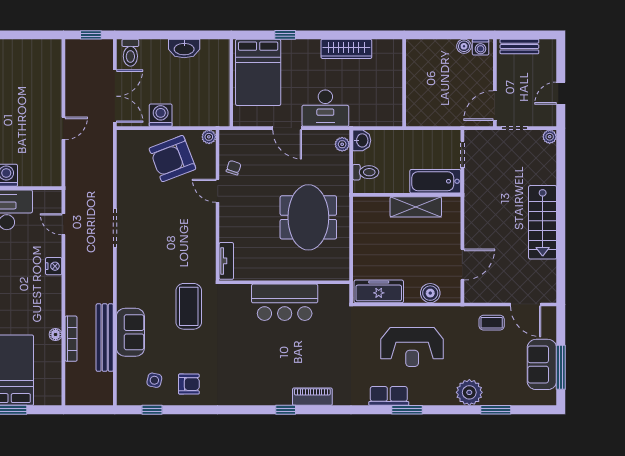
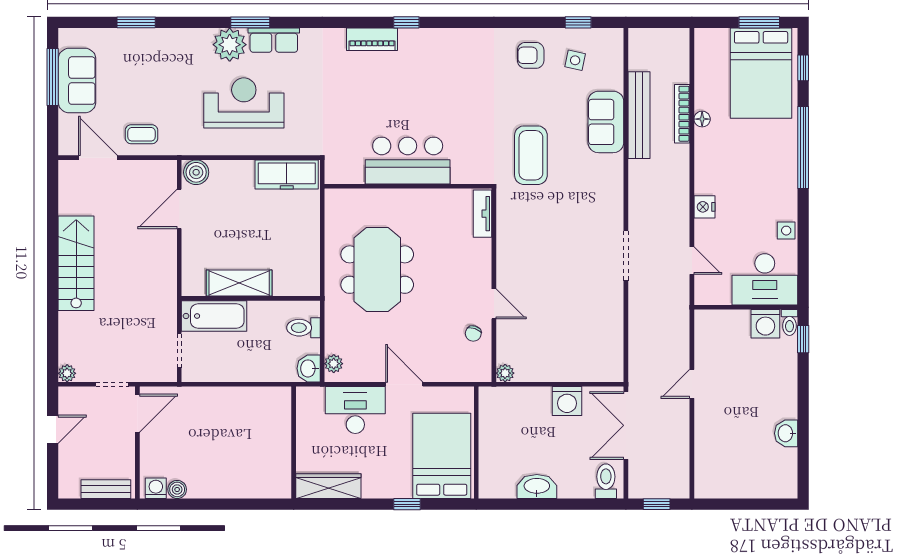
wall: (404, 83) -> (294, 443), moved
armchair: (172, 159) -> (552, 345), removed
boiler: (430, 293) -> (196, 172), moved
plant: (469, 392) -> (230, 45), moved

